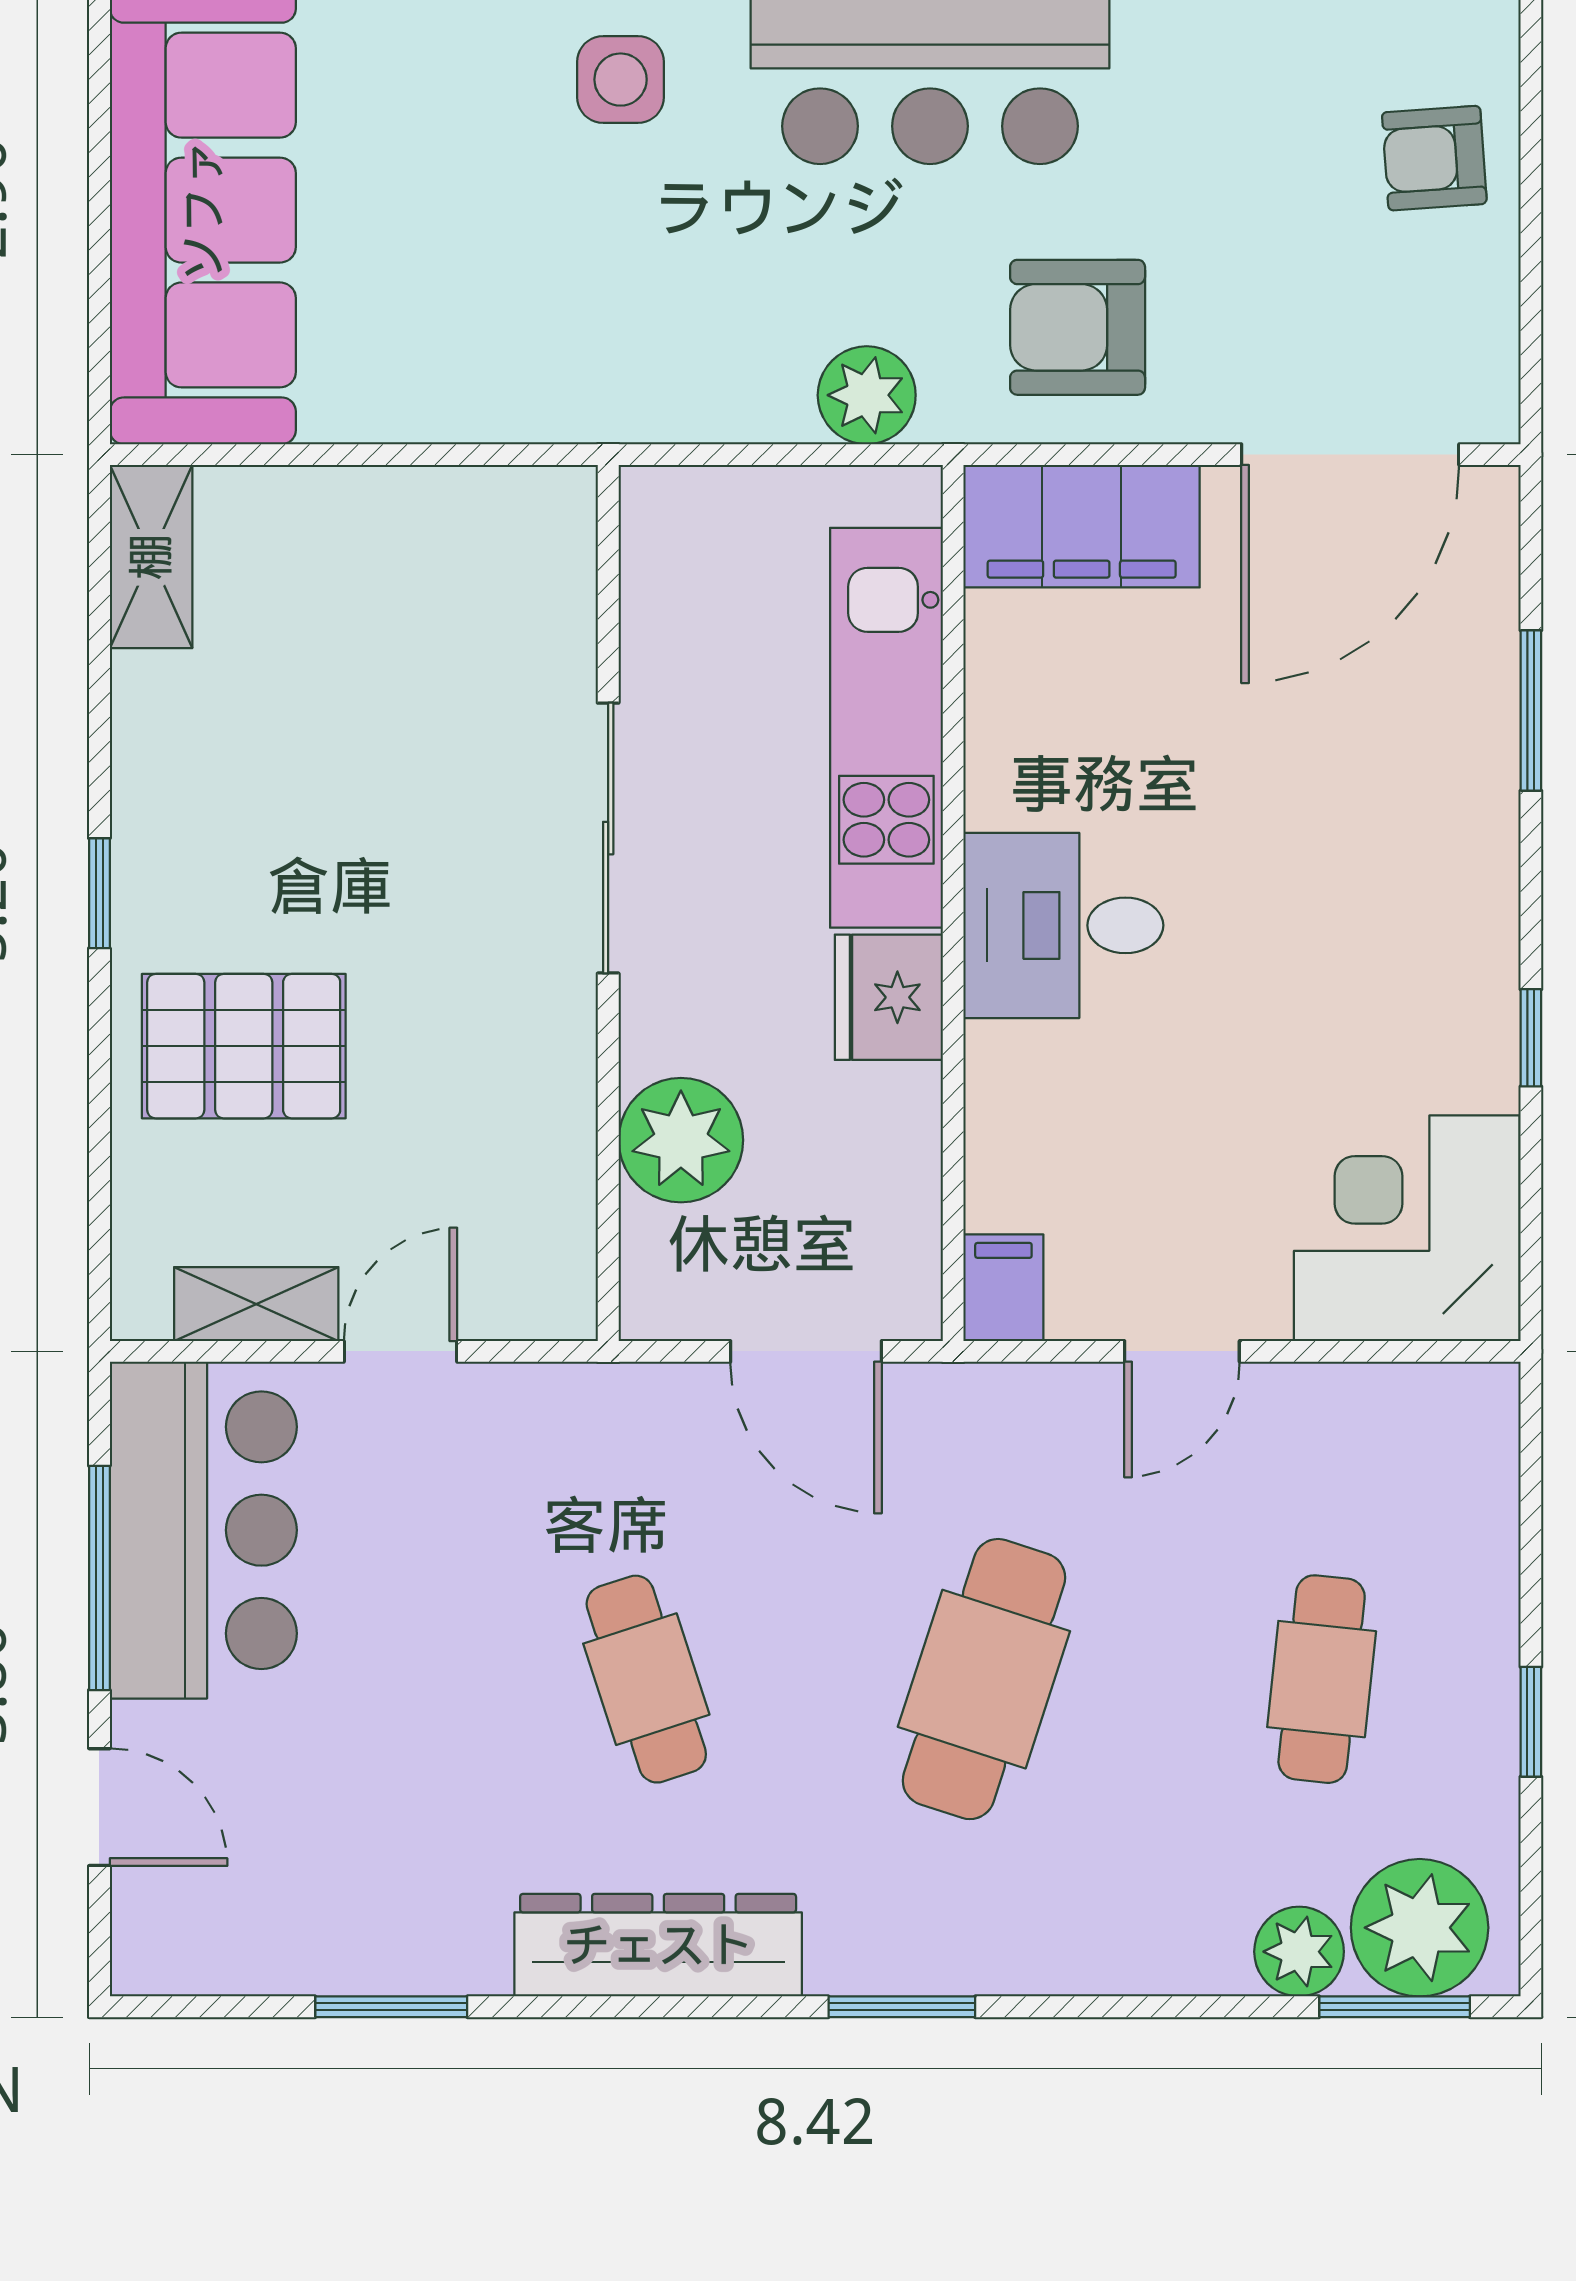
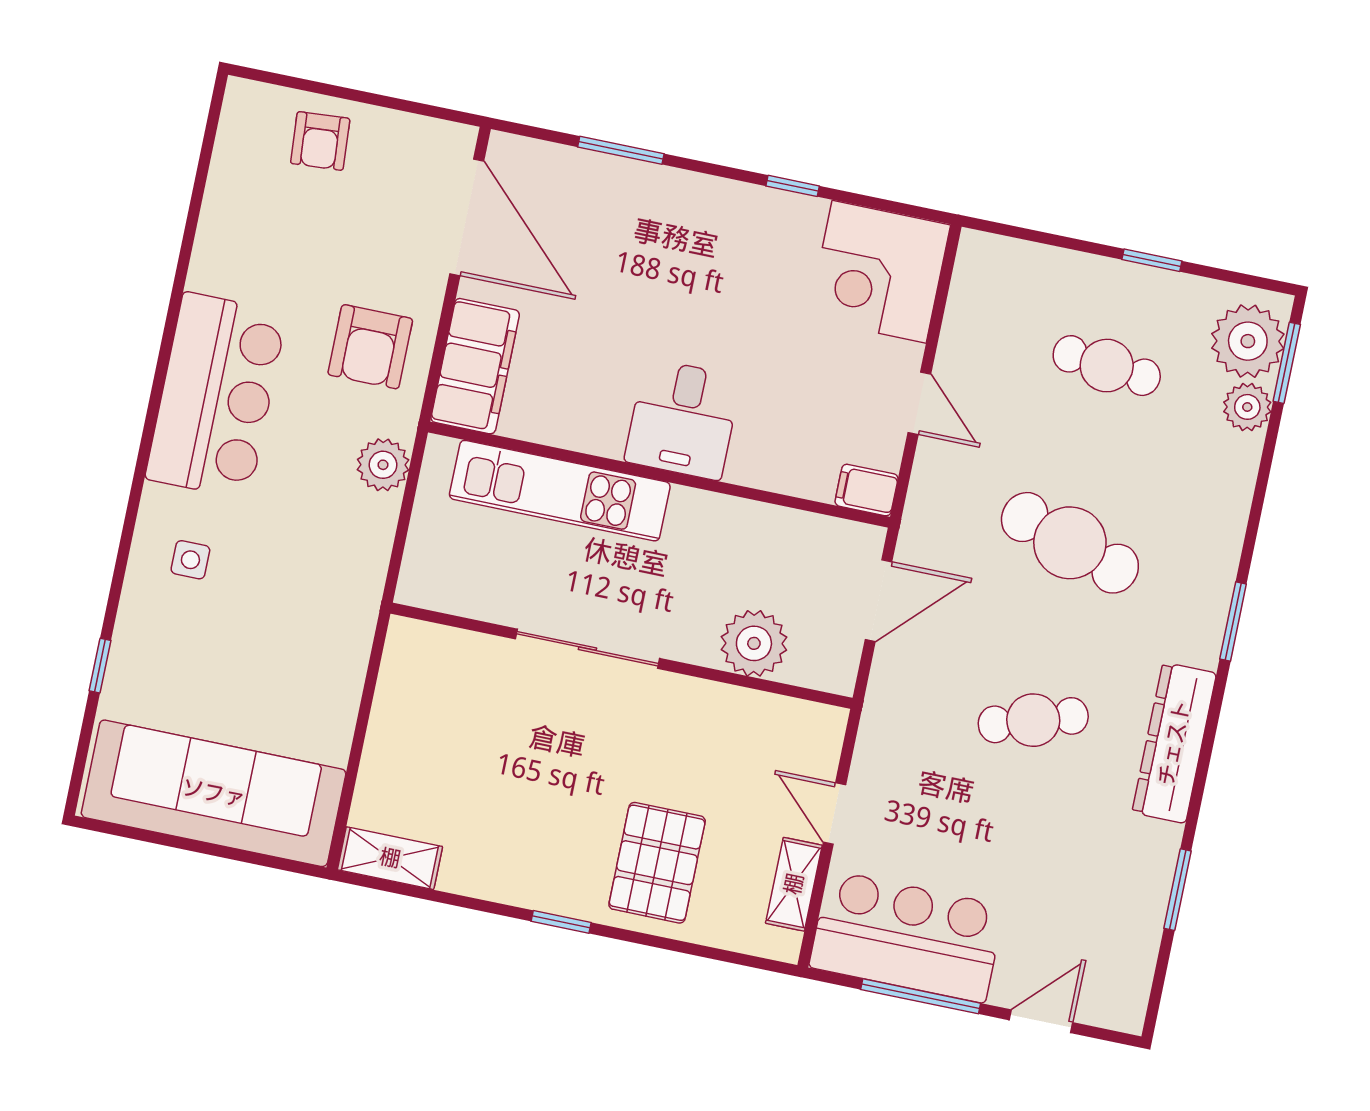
side table: (621, 80) -> (190, 560), width x0.73, depth x0.73
fridge: (889, 997) -> (702, 519), removed

